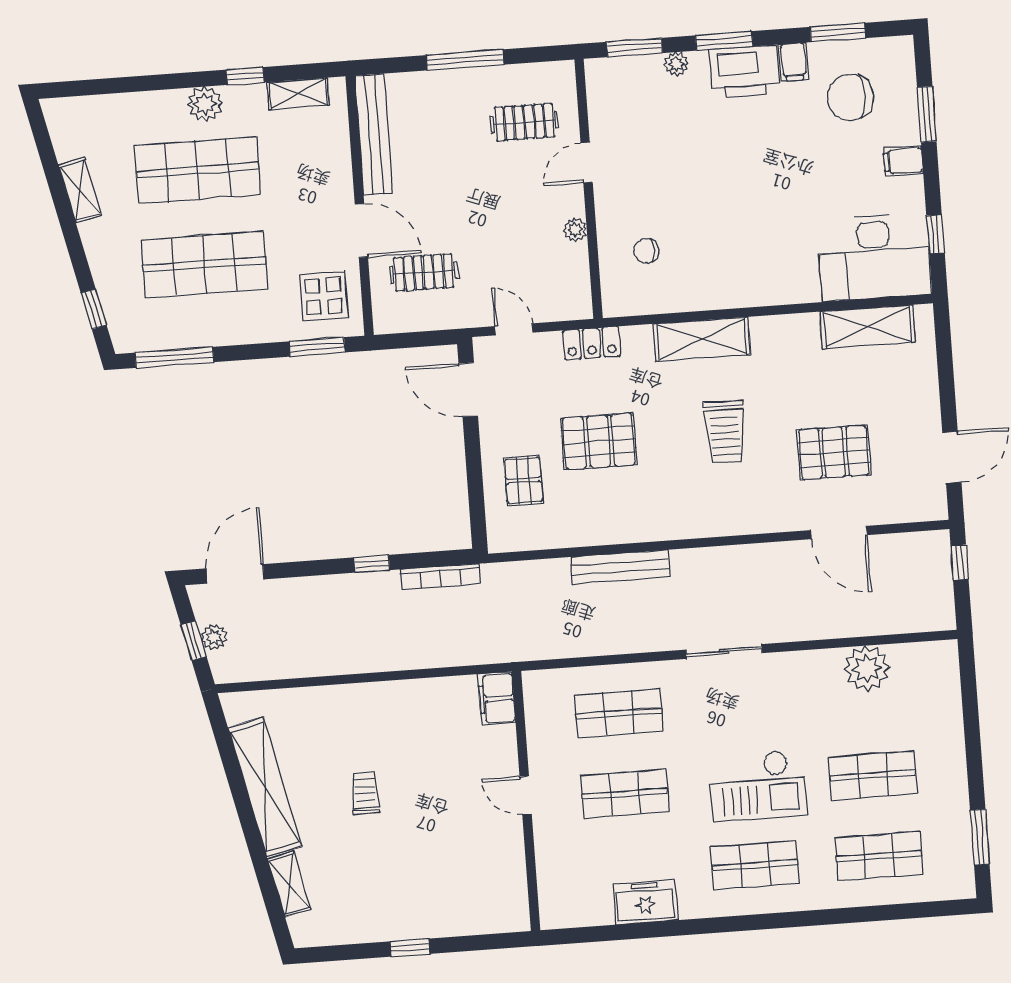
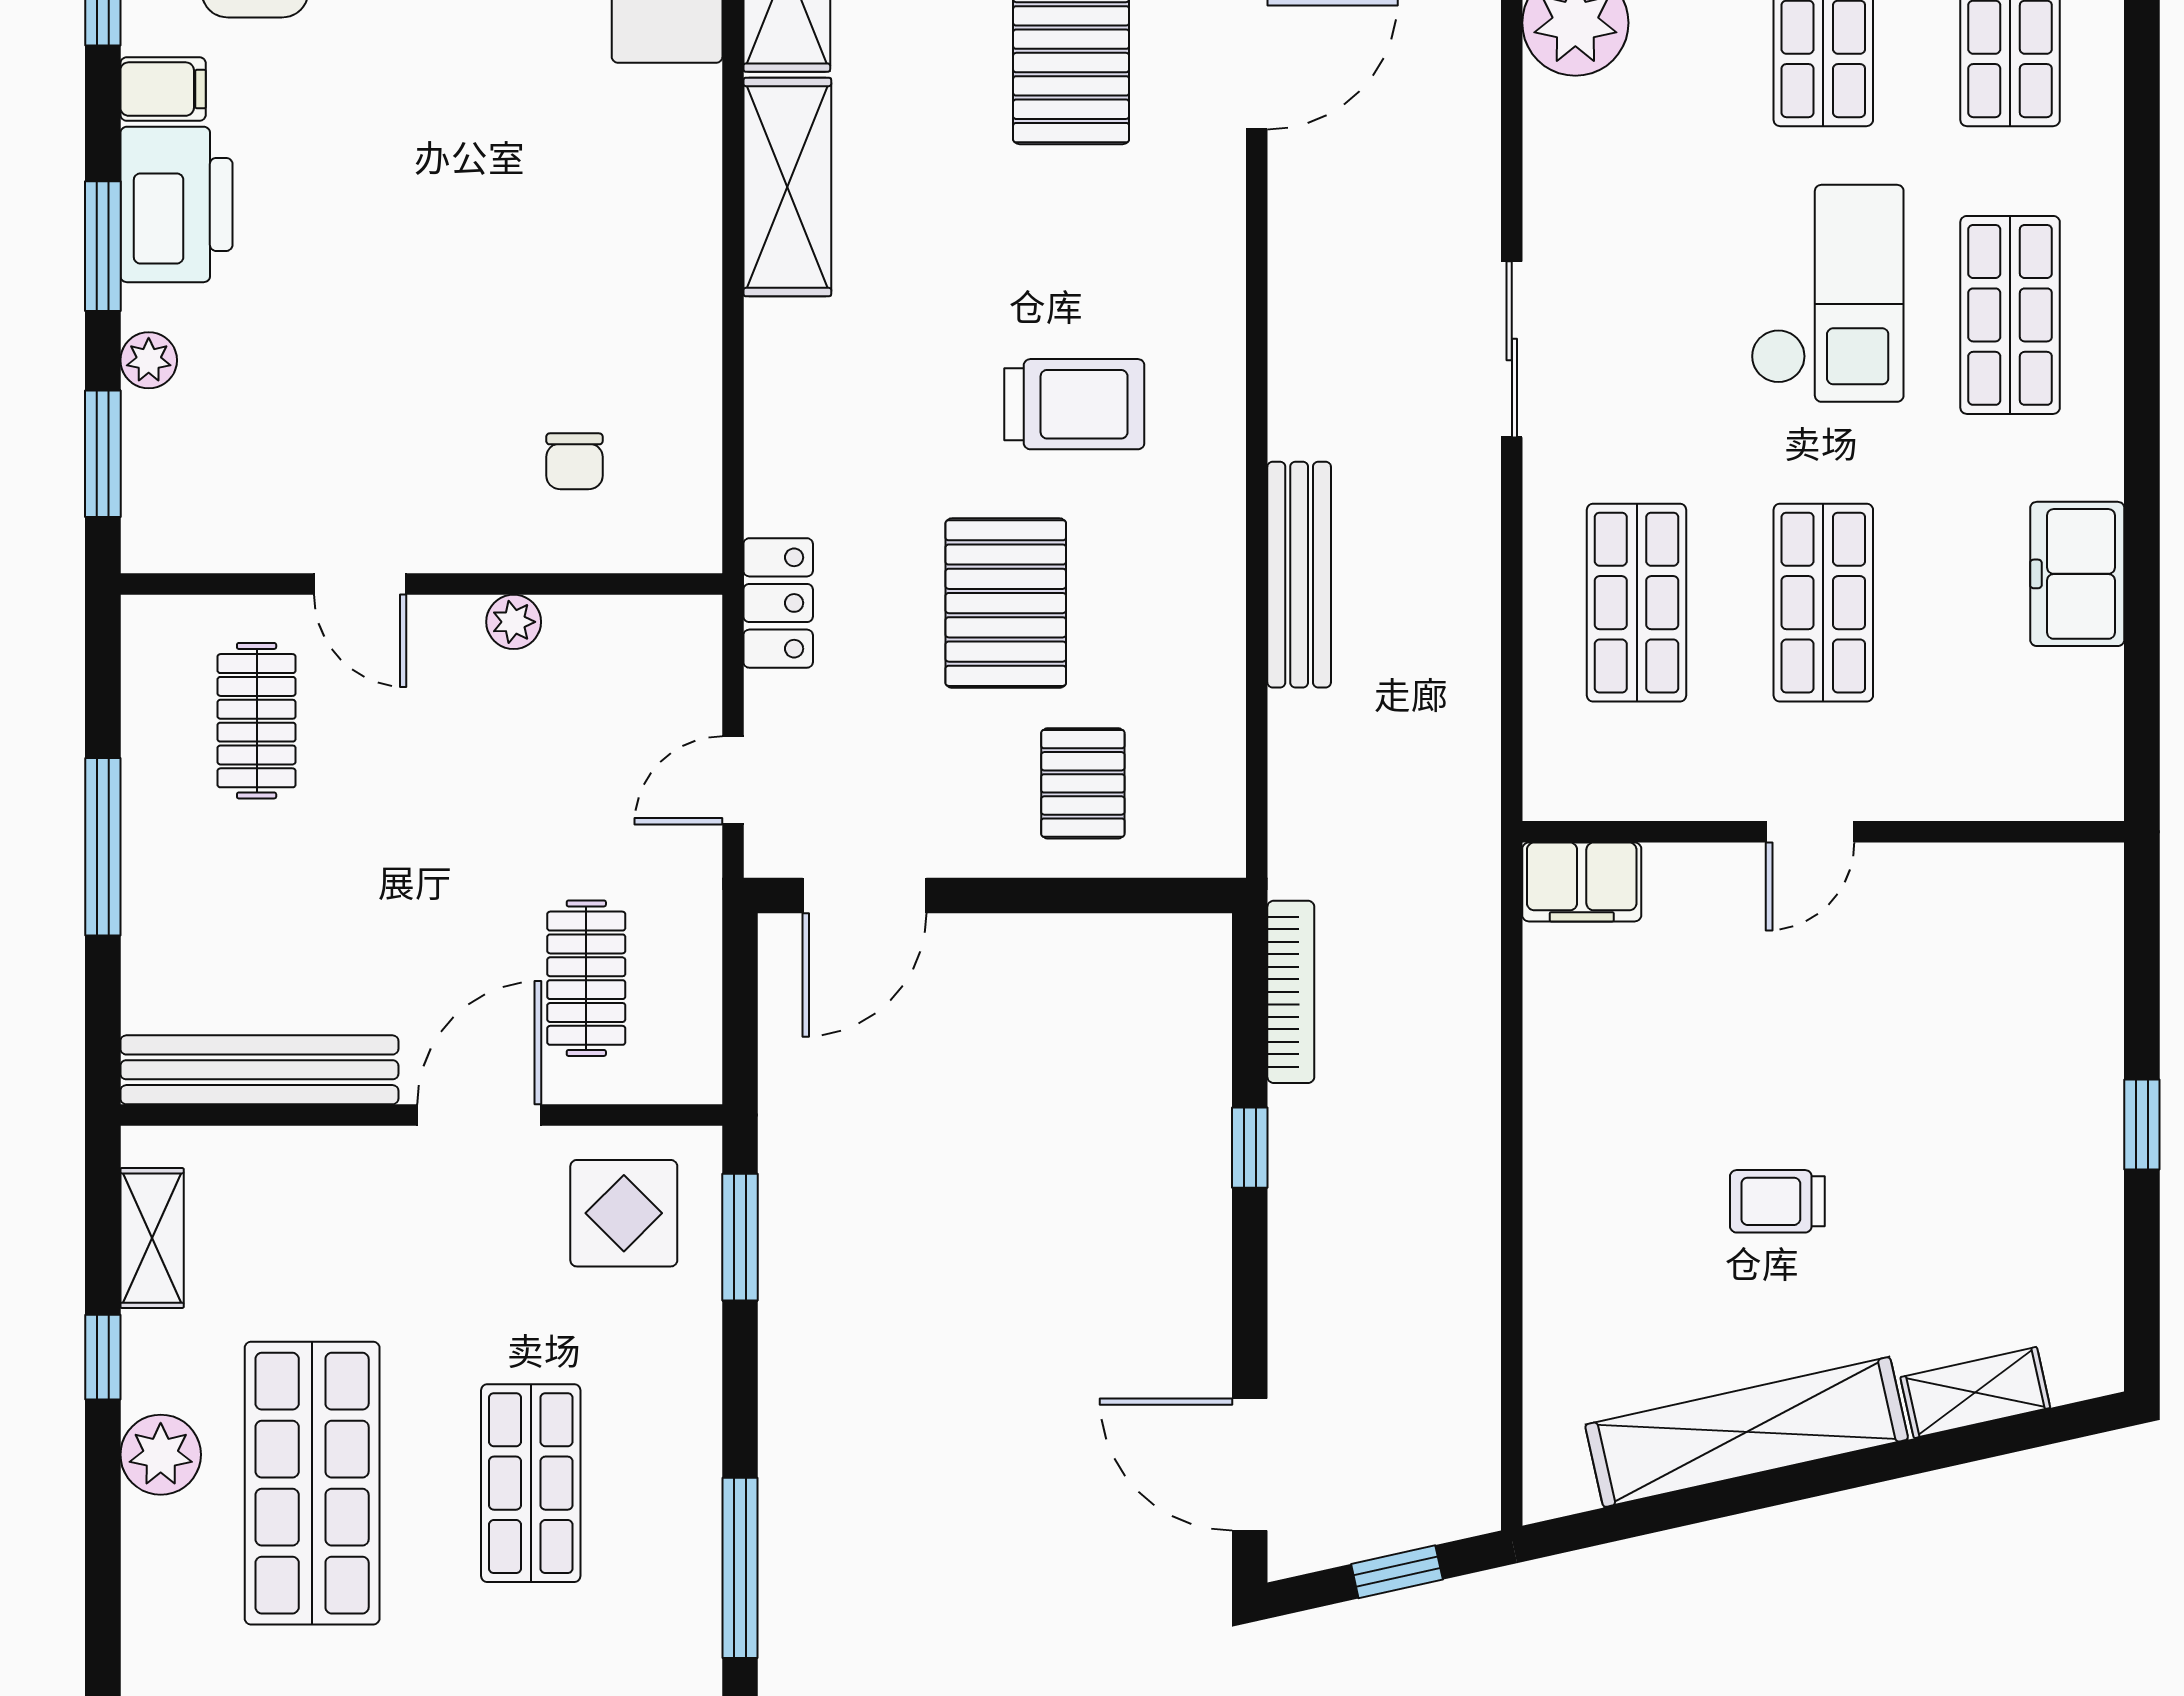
shop shelf: (204, 264) -> (531, 1483), width x0.70, depth x0.74
shelving: (702, 339) -> (787, 187), moved
trolley: (725, 432) -> (1074, 404), moved
pallet: (523, 480) -> (1083, 783), turned 90
plant: (214, 637) -> (1392, 1524), removed

